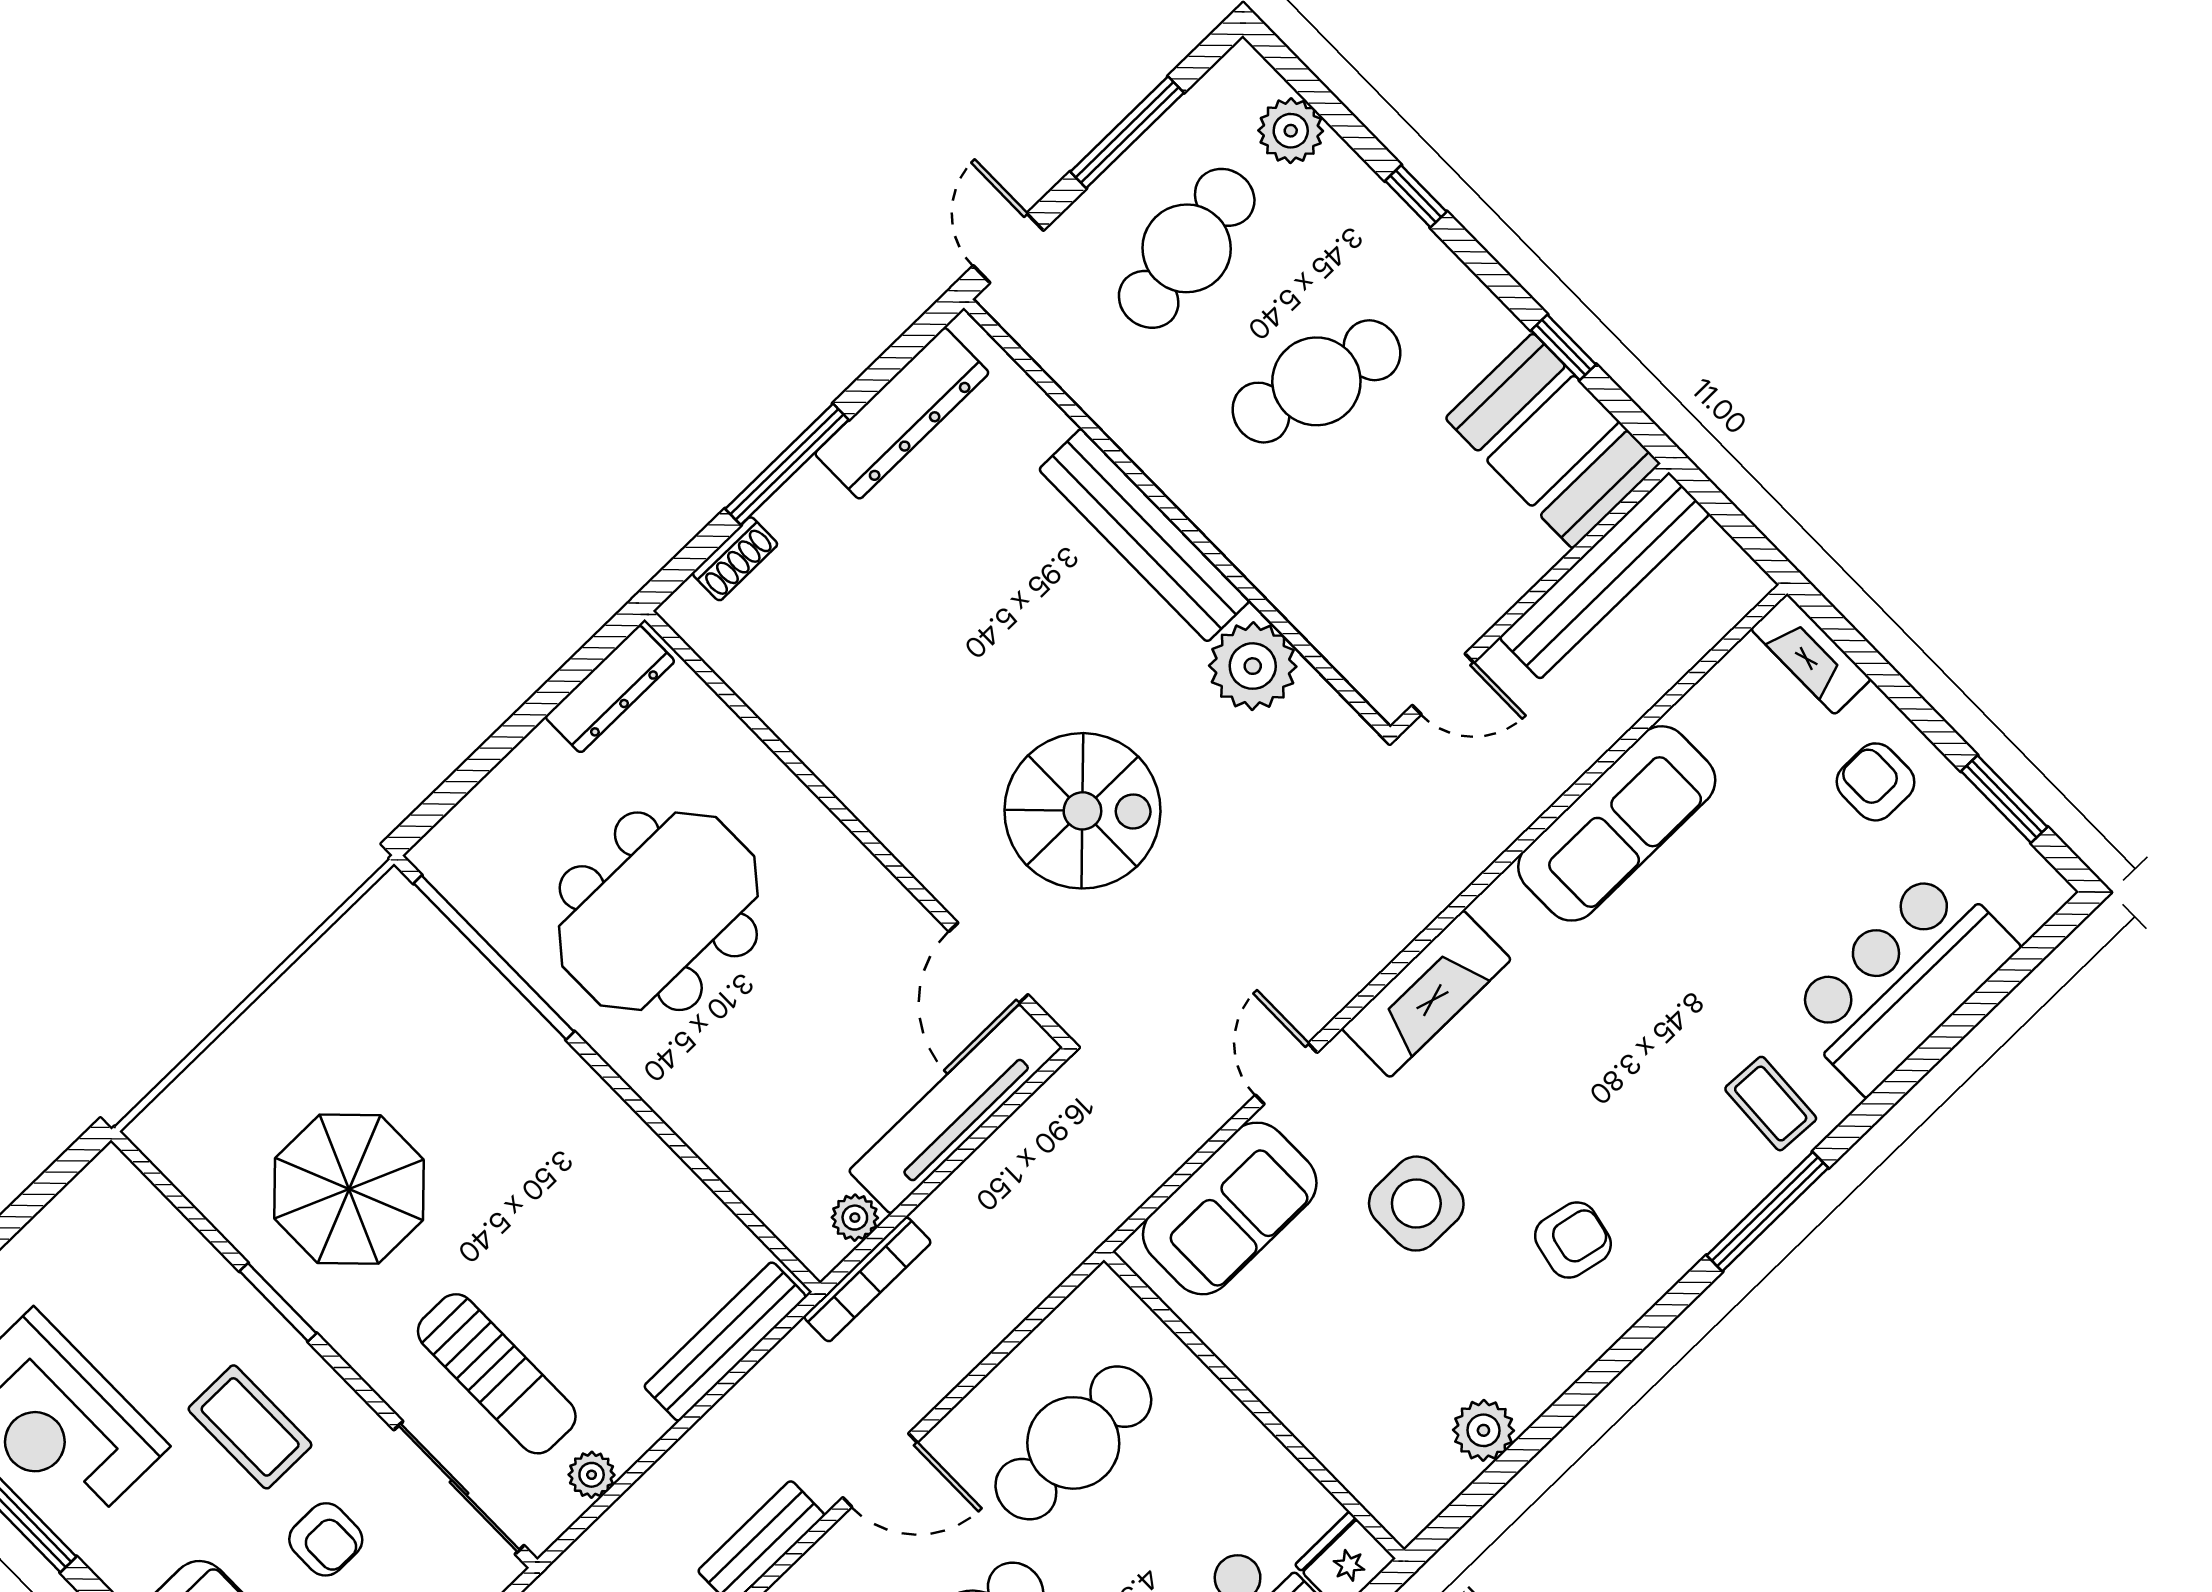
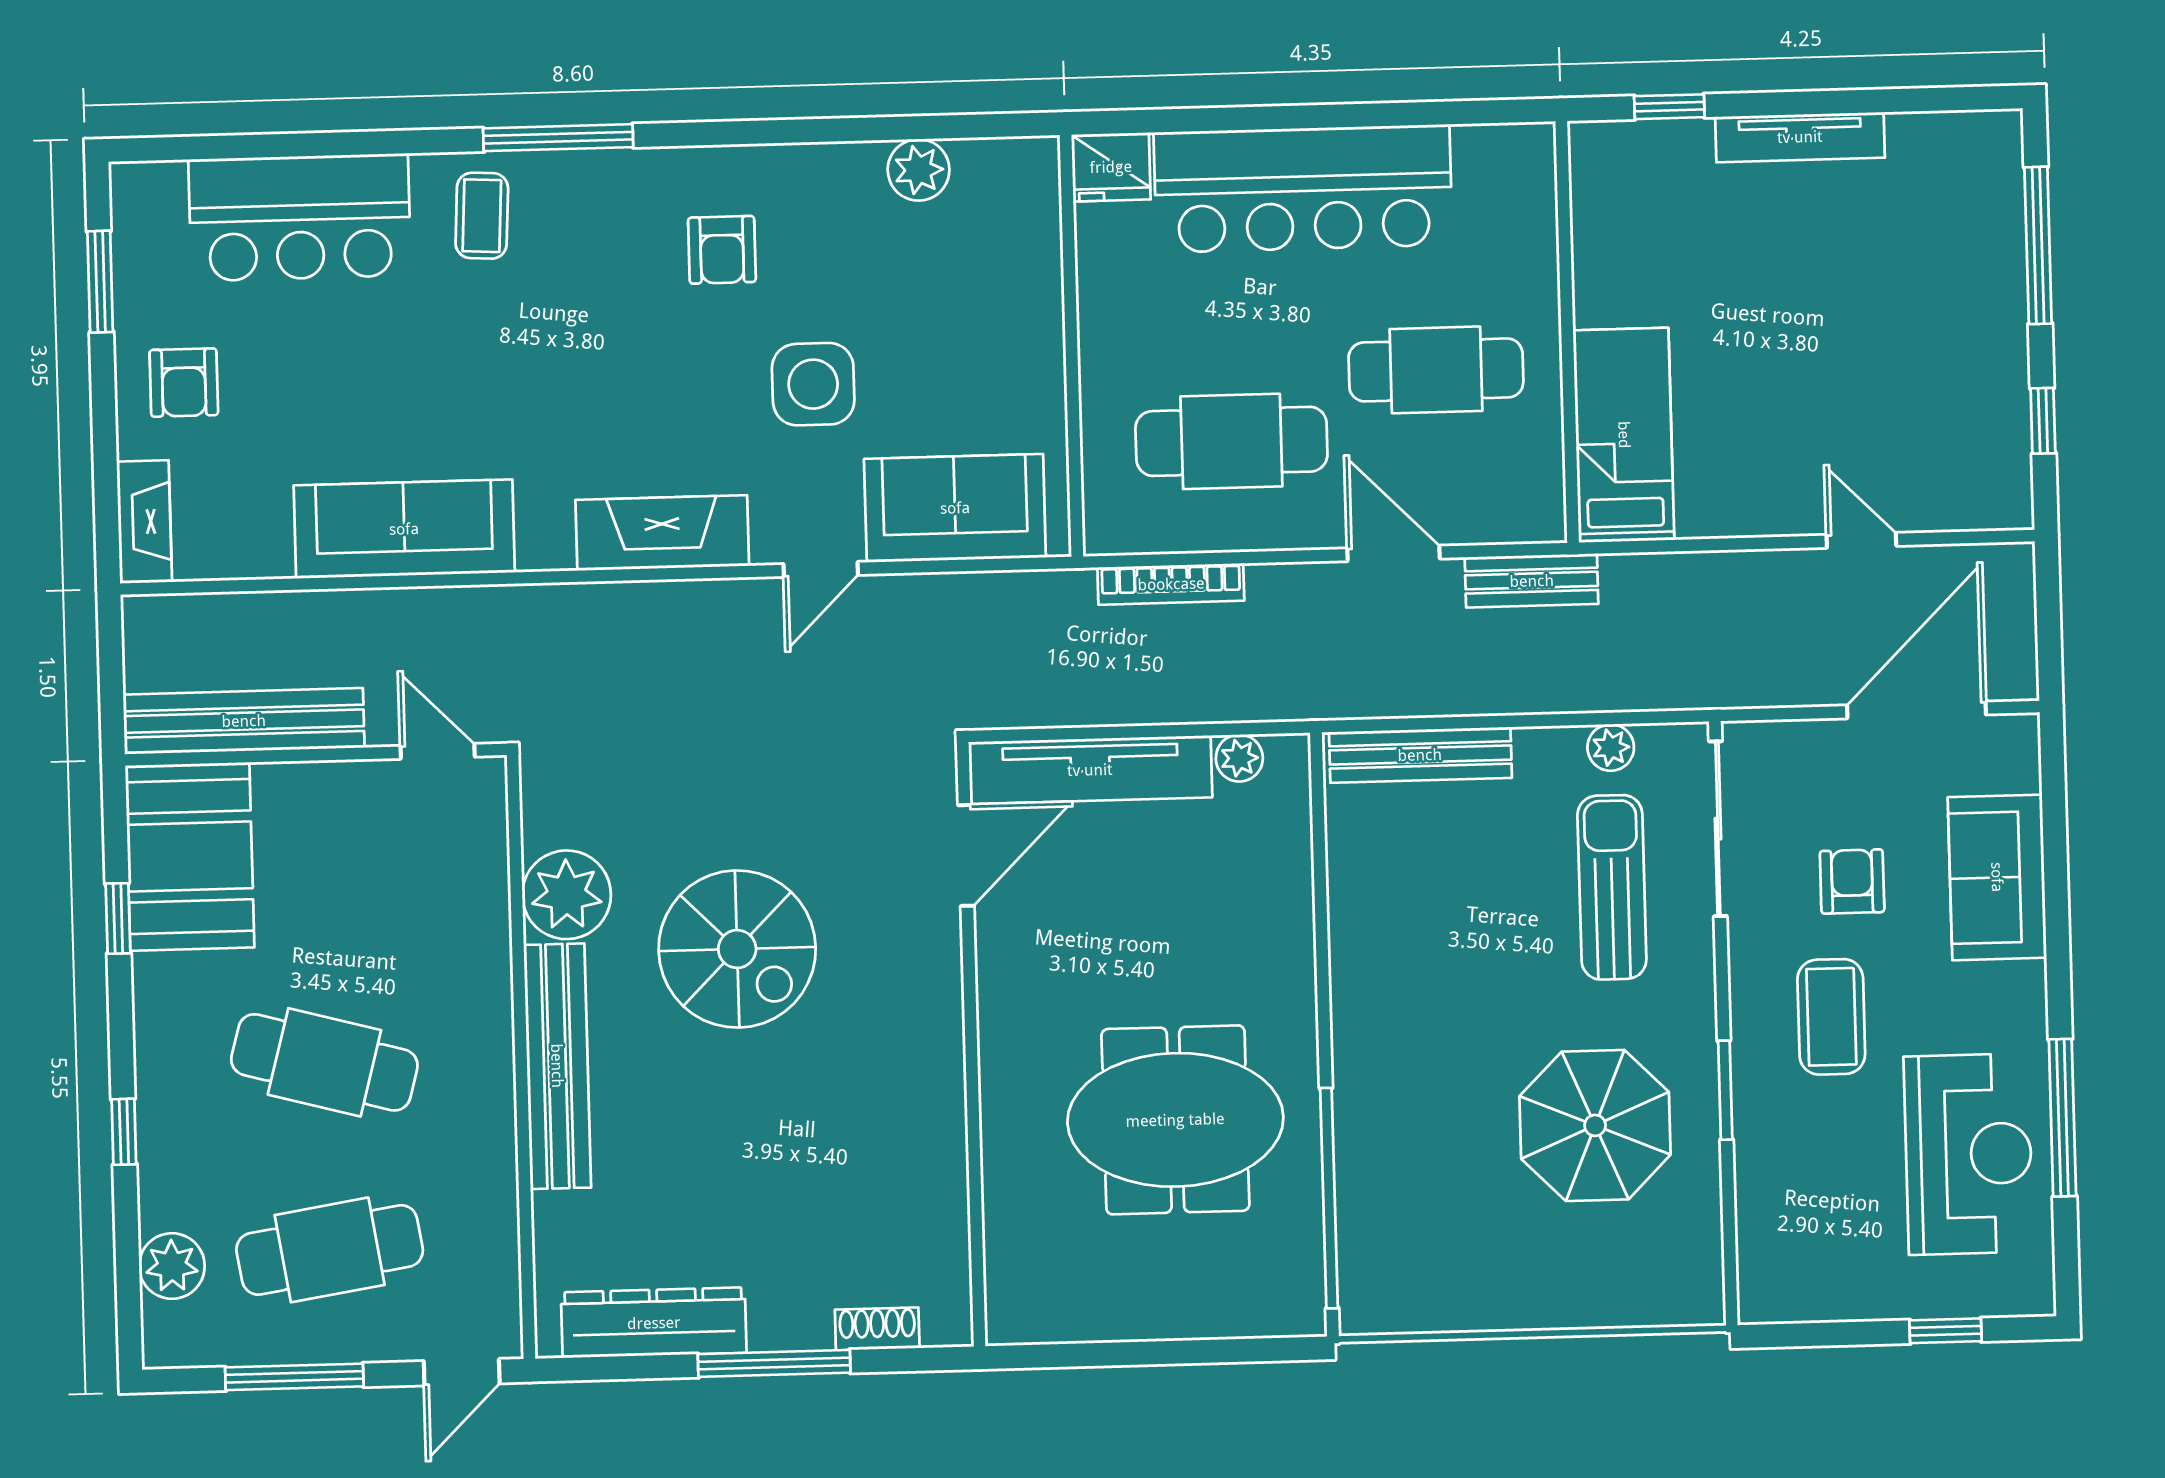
dresser: (610, 689) -> (1059, 1318), removed
spiral stairs: (1082, 811) -> (737, 949), moved, turned 180
armchair: (1573, 1240) -> (722, 250), turned -102
bookcase: (867, 1279) -> (1171, 584), moved, turned 180

